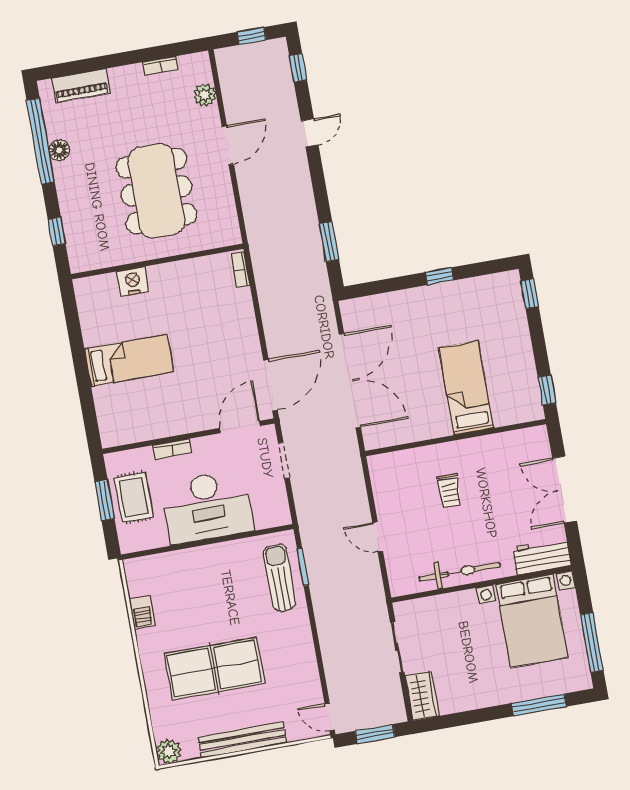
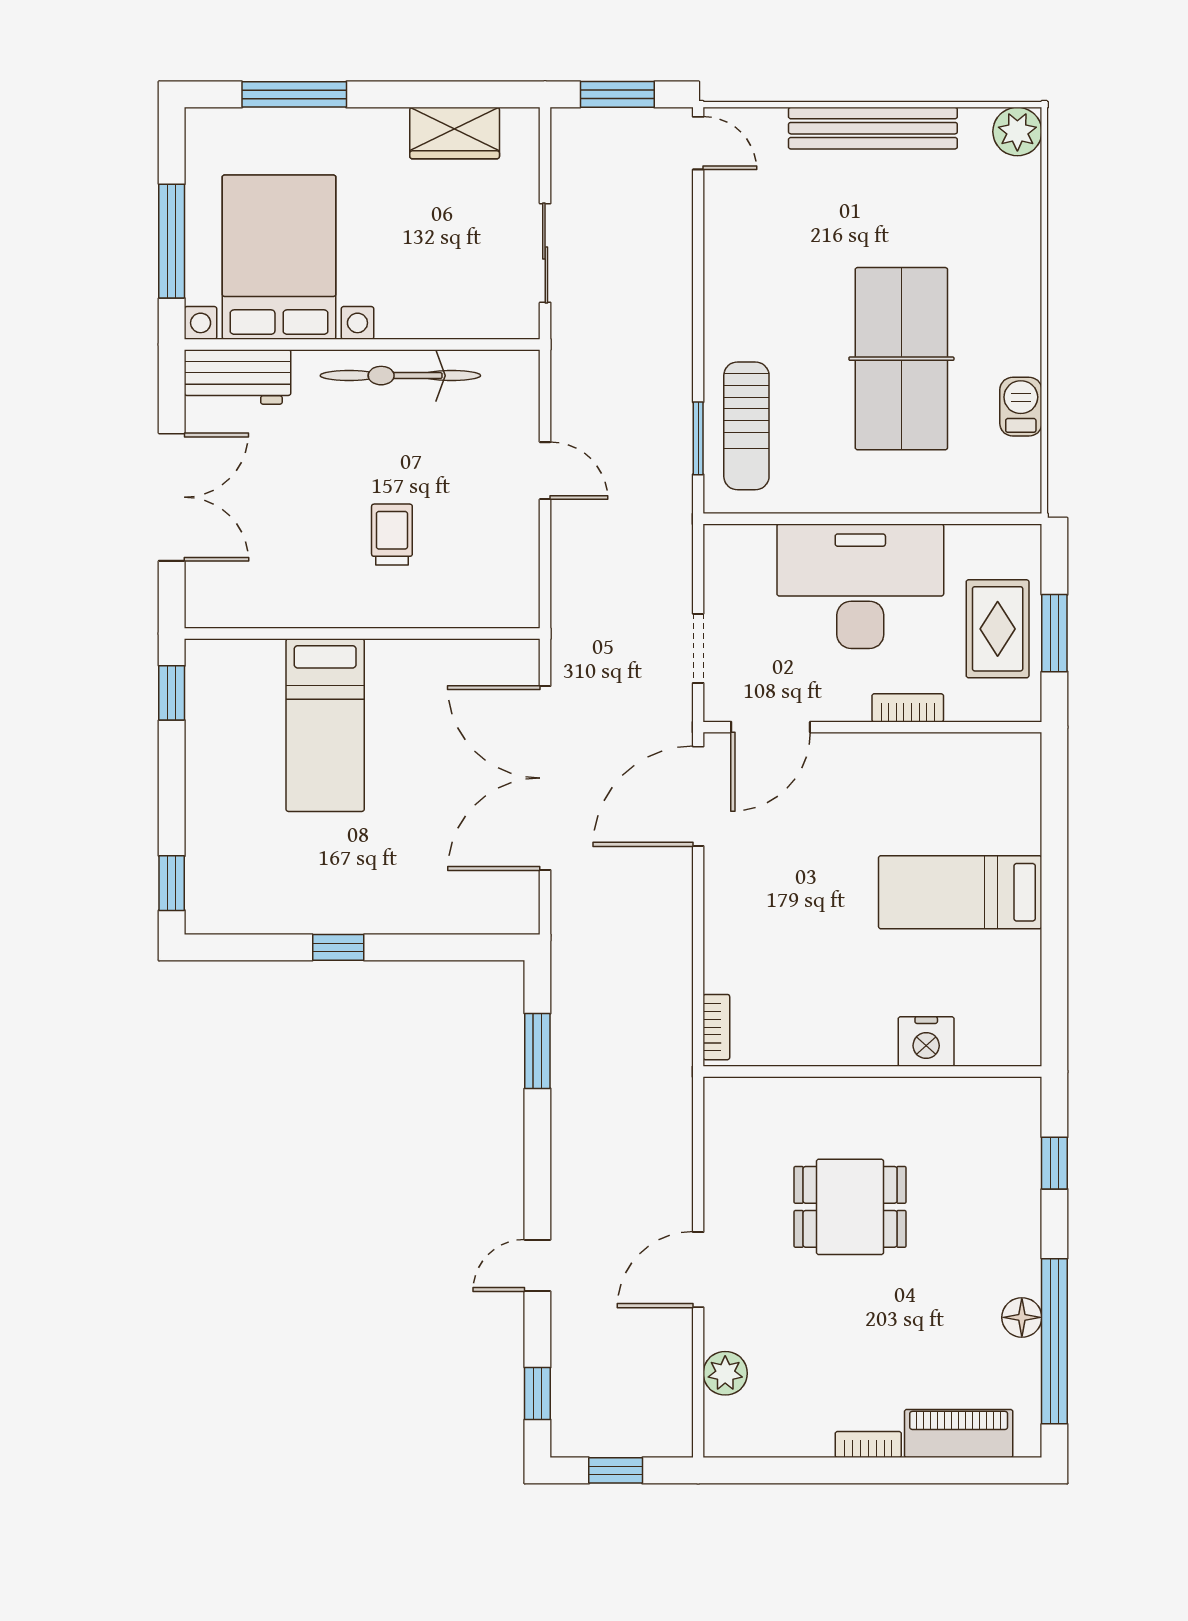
bookcase: (161, 66) -> (868, 1445), moved
dining table: (156, 191) -> (850, 1207), width x0.53, depth x0.80
window: (592, 643) -> (172, 241), moved
table tennis table: (214, 668) -> (901, 359), moved, turned 90
wardrobe: (422, 696) -> (455, 133), moved, turned -90

